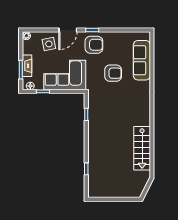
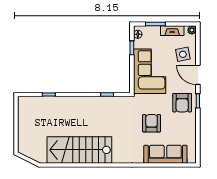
fireplace: (27, 66) -> (172, 31), moved
armchair: (113, 73) -> (152, 123), turned 180
stairs: (142, 148) -> (79, 150), width x1.36, depth x1.51

